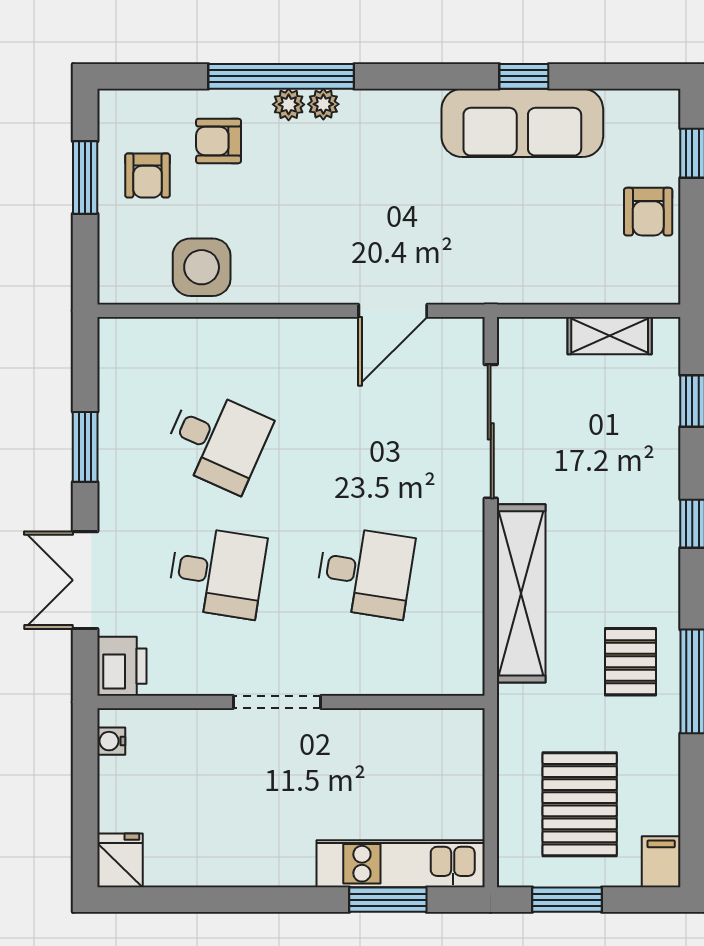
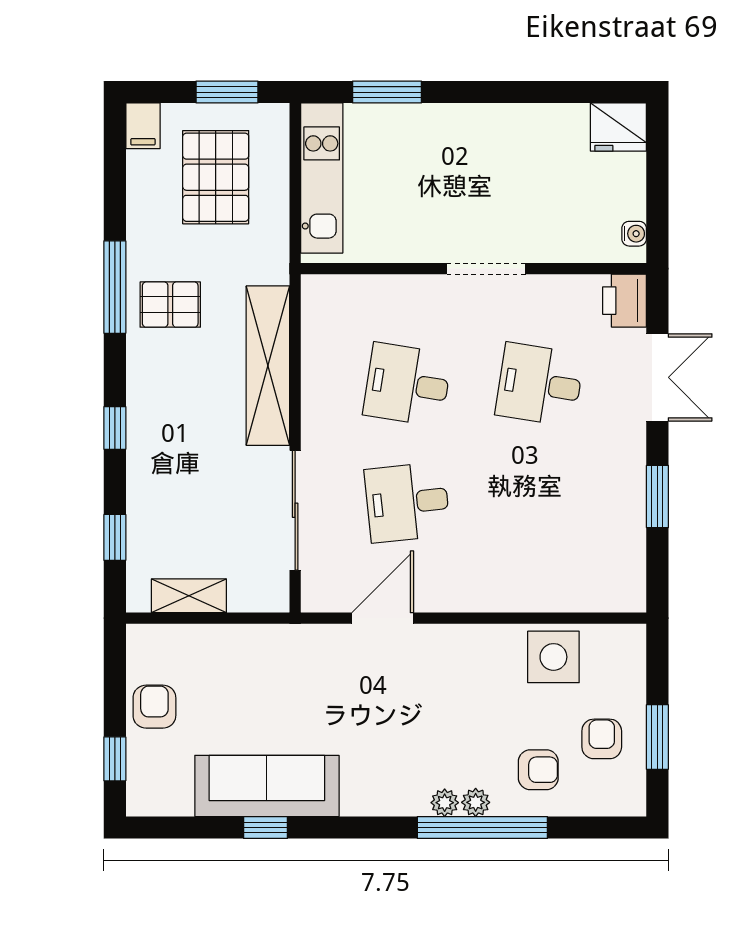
desk: (217, 440) -> (407, 502), moved, turned -30
pallet: (631, 662) -> (170, 305), turned 90
fridge: (120, 860) -> (618, 127), width x1.38
kitchen unit: (401, 864) -> (322, 178), moved, turned -90

